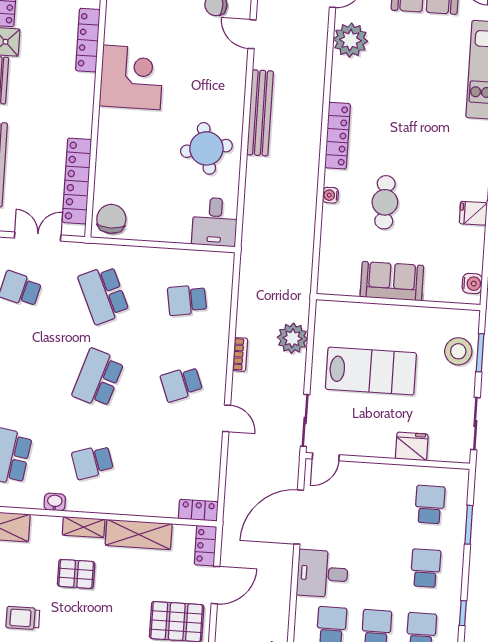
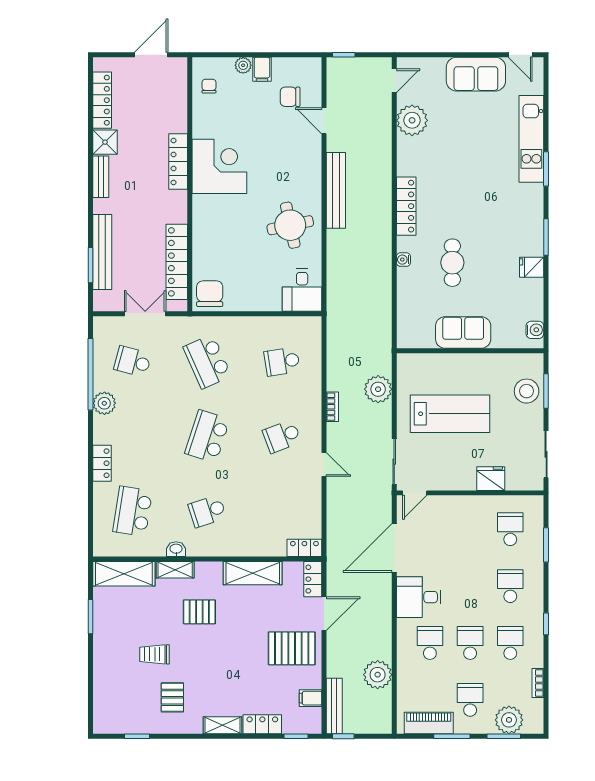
locker: (88, 40) -> (178, 161), moved
shelving: (84, 527) -> (175, 570), moved

